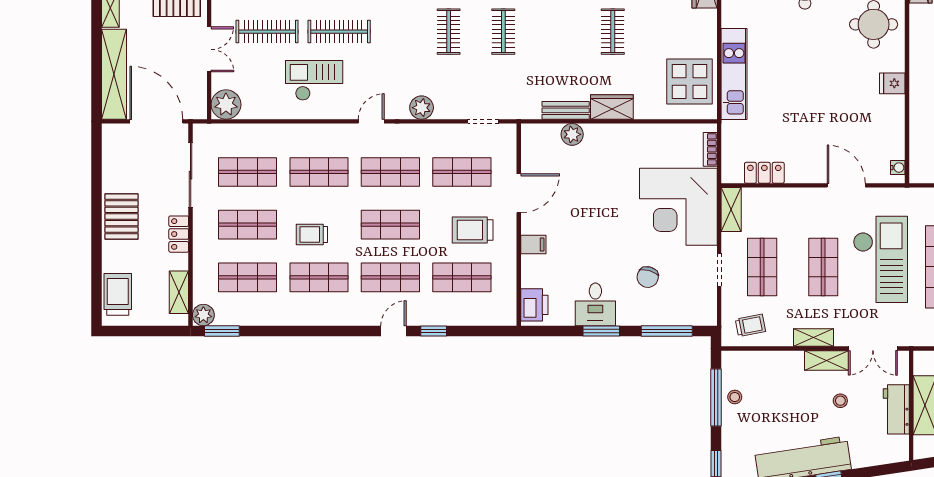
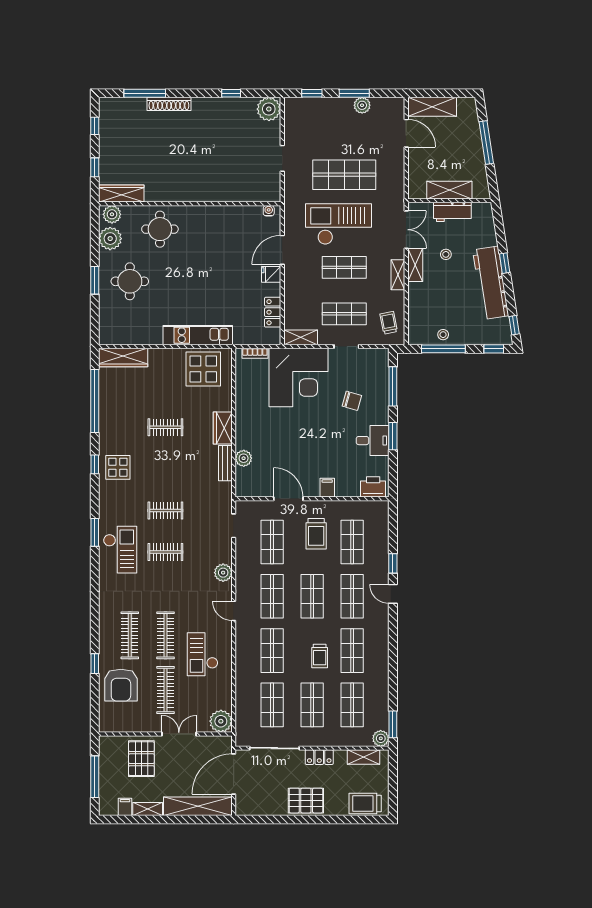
fridge: (892, 83) -> (271, 274), moved, turned 90

